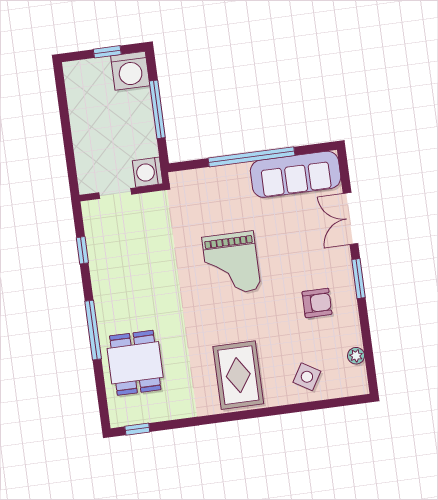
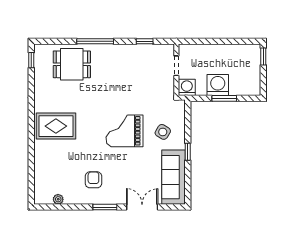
window: (107, 52) -> (263, 57), moved
washing machine: (130, 71) -> (218, 85), moved, turned 90
window: (157, 109) -> (224, 98), width x0.69
window: (251, 157) -> (188, 152), width x0.32
armchair: (317, 303) -> (93, 180), turned 180
side table: (307, 377) -> (163, 132), moved

